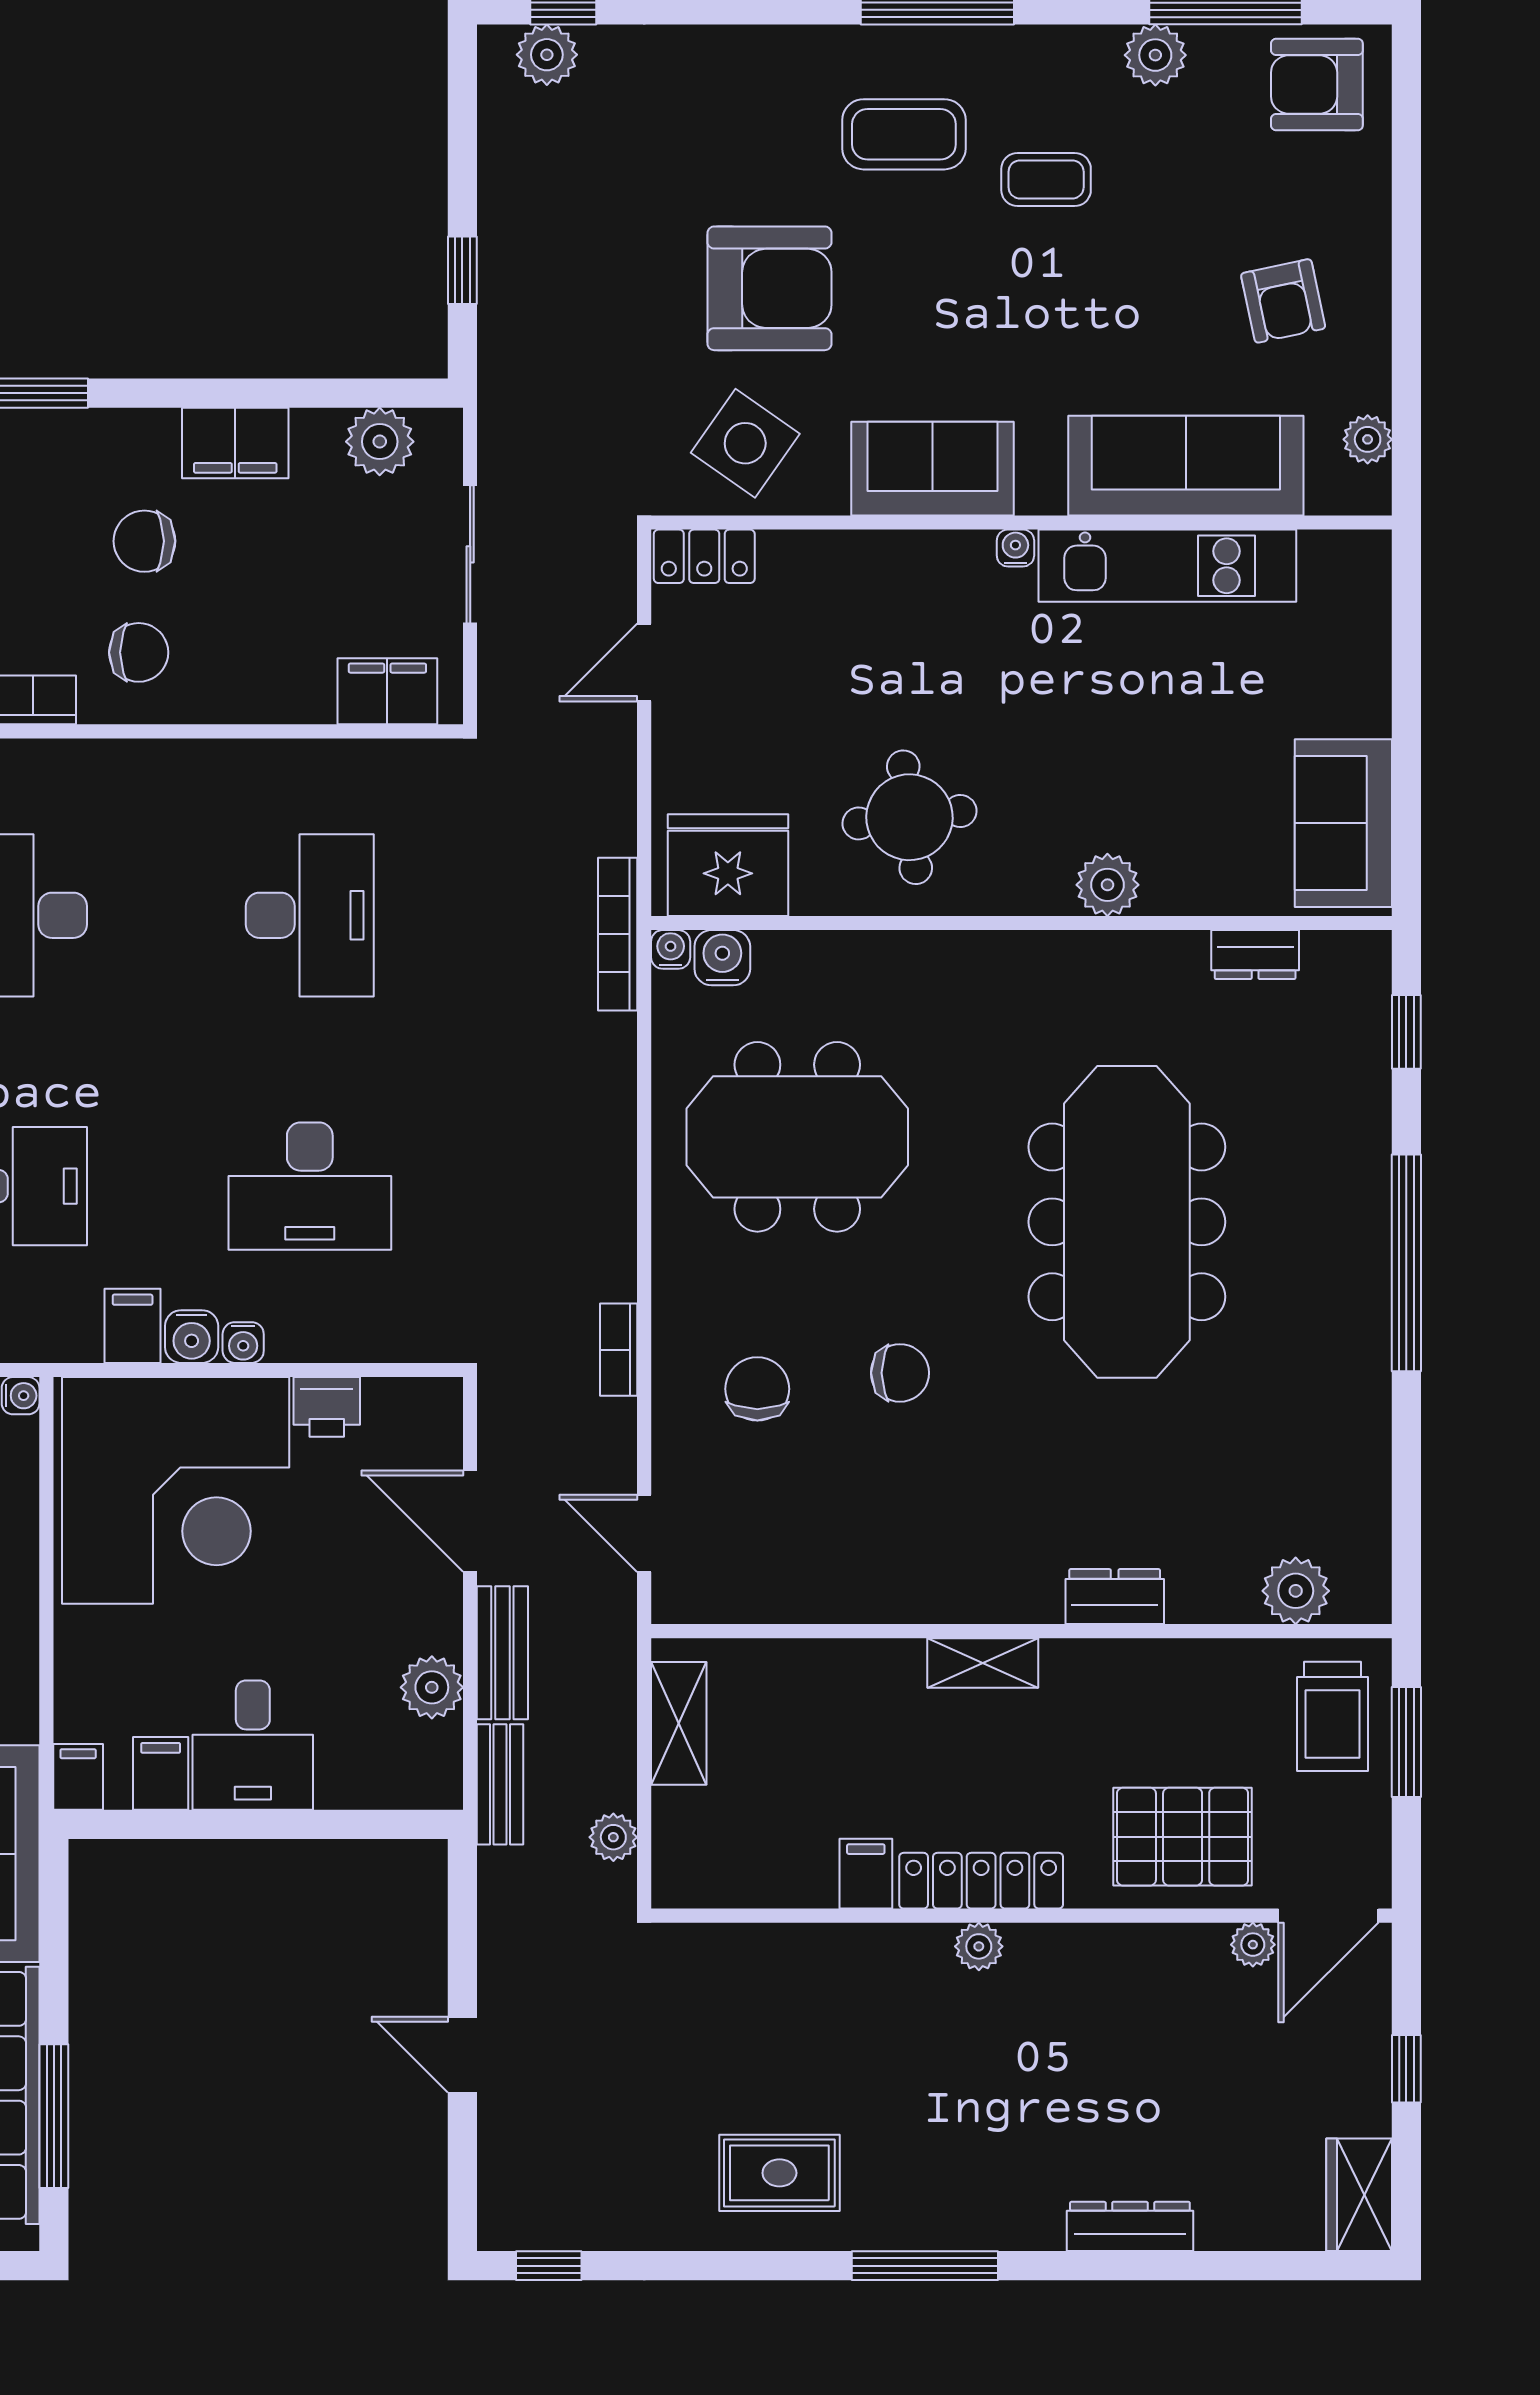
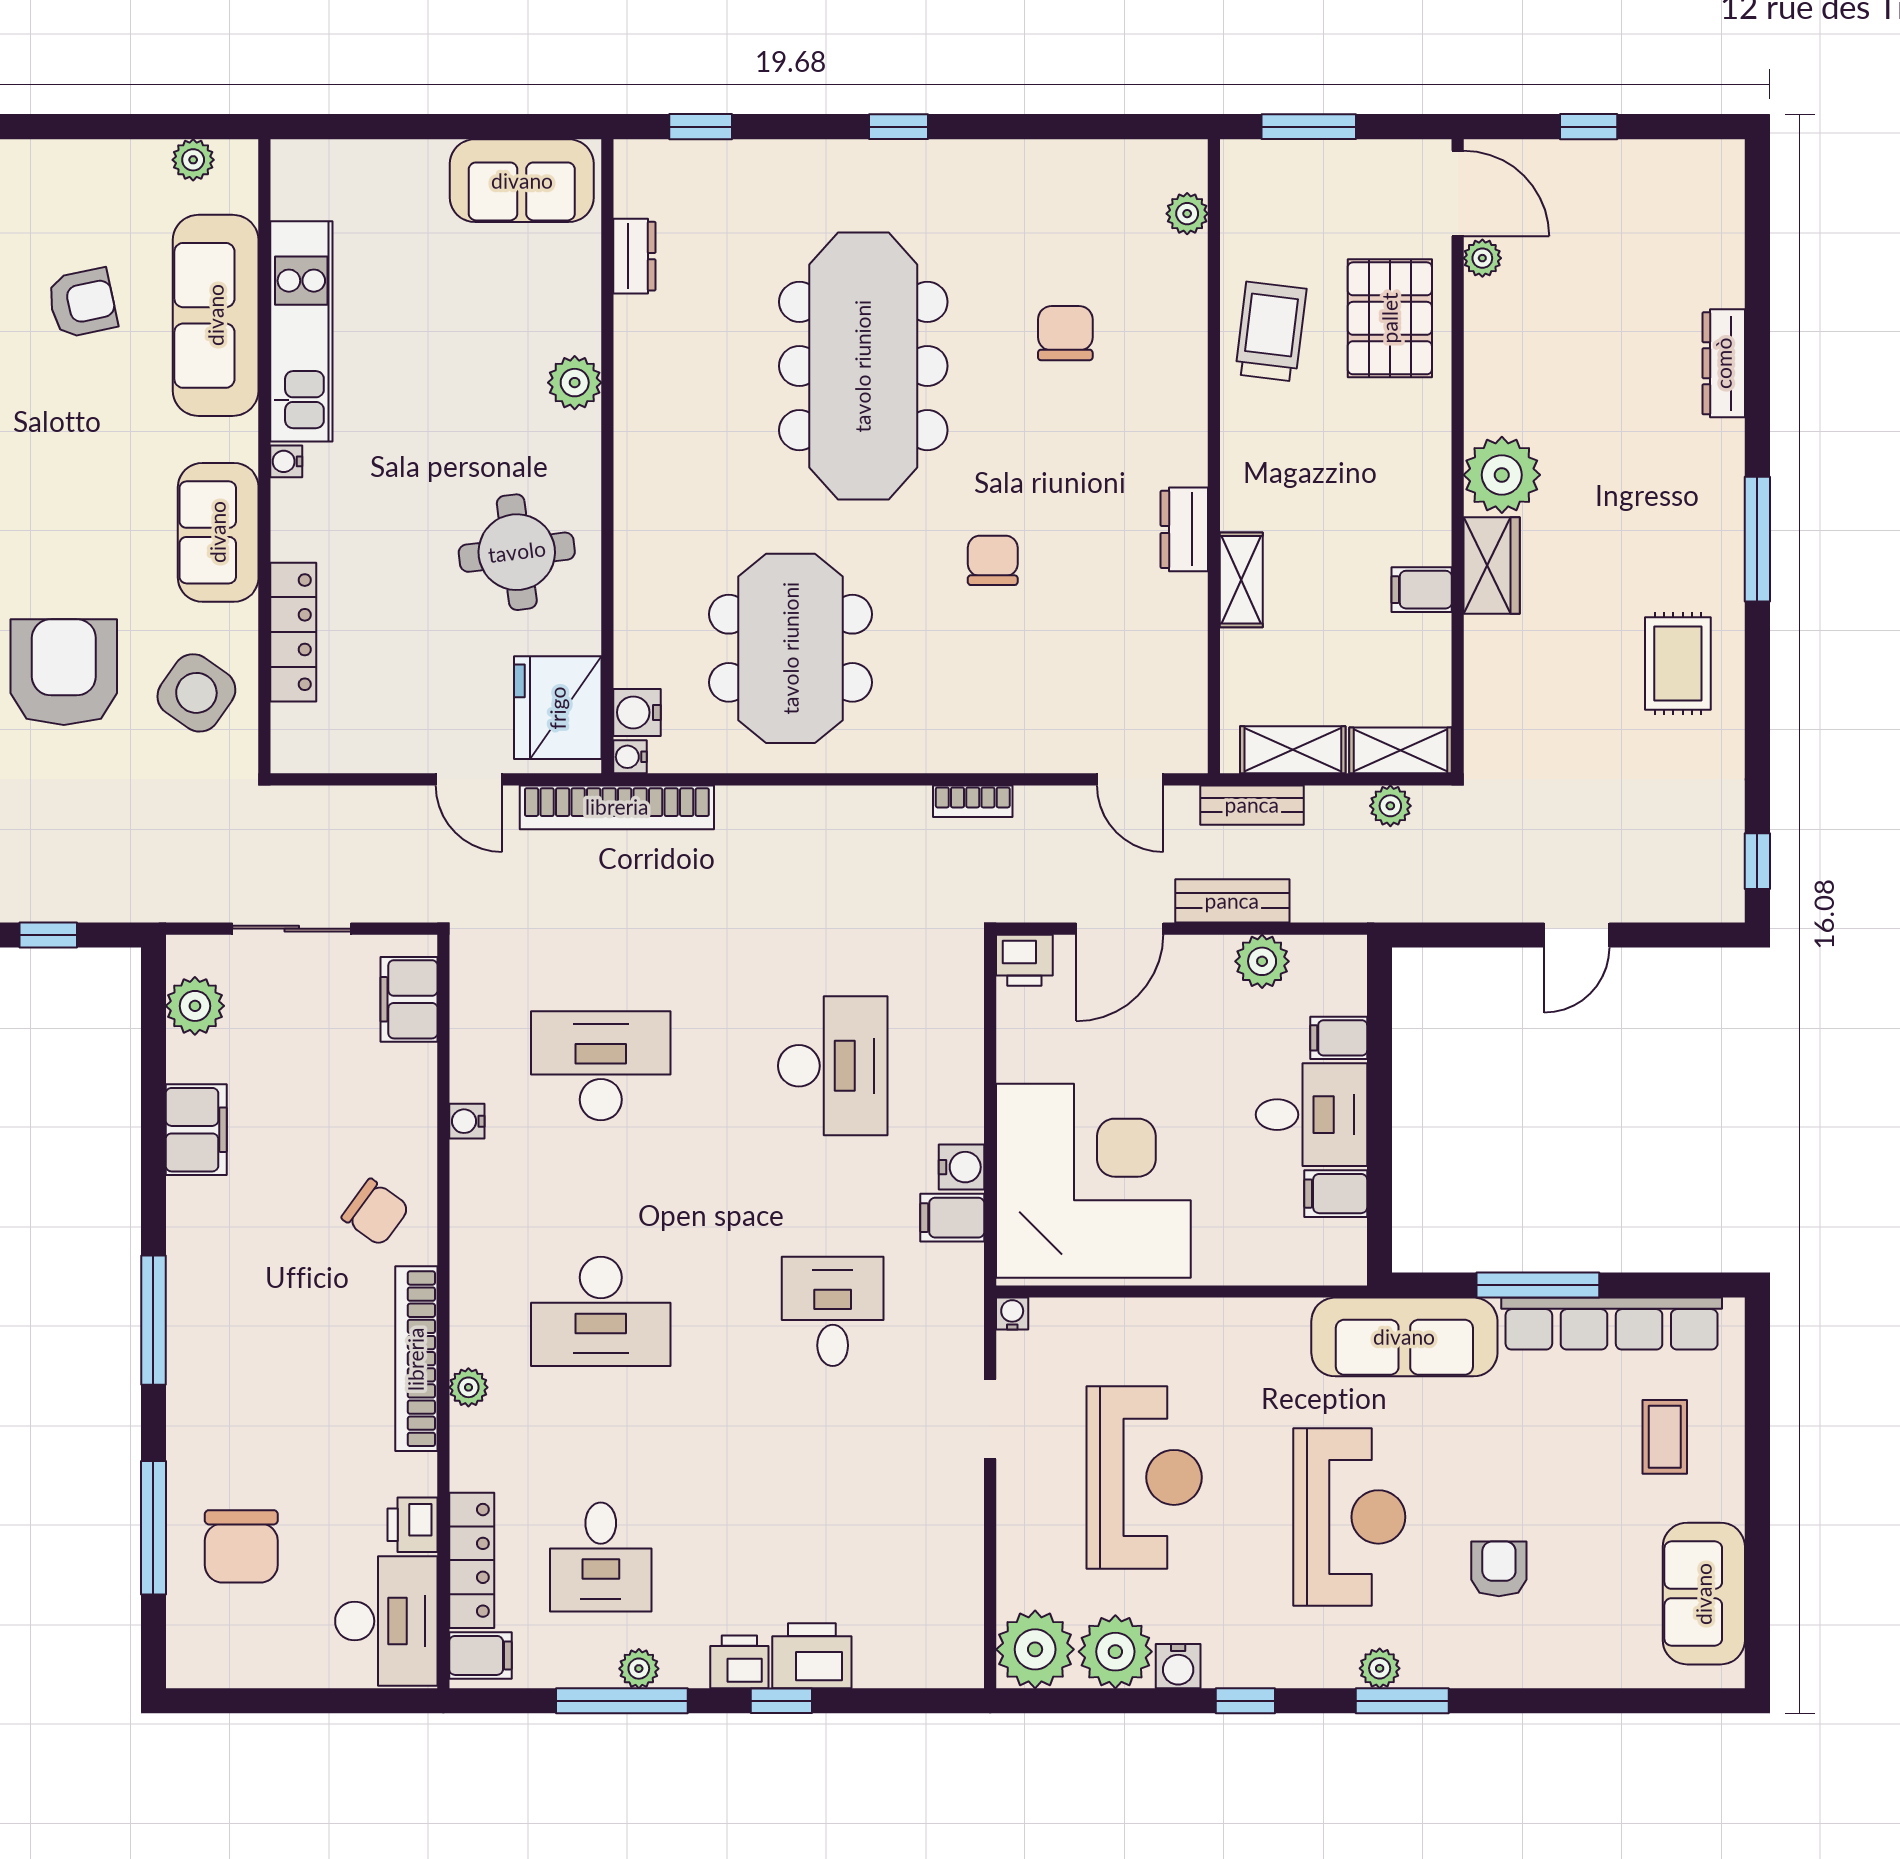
armchair: (1283, 301) -> (82, 303), moved
chair: (144, 541) -> (280, 1207), removed
locker: (704, 556) -> (293, 632), moved, width x1.53
chair: (139, 652) -> (376, 1212), turned 126
door: (644, 662) -> (469, 779), moved
bookcase: (618, 934) -> (617, 807), width x1.48, depth x1.31
meeting table: (1127, 1222) -> (863, 366), turned 90
window: (1406, 1263) -> (898, 127), width x0.32
water cooler: (243, 1343) -> (467, 1121), moved, turned 180
chair: (757, 1389) -> (1065, 333), moved, turned 90
printer: (327, 1407) -> (1024, 960), moved, turned 90
door: (644, 1533) -> (1130, 779), hinge flipped
plant: (1296, 1591) -> (1187, 214), width x0.73, depth x0.73
dresser: (1115, 1597) -> (1184, 529), moved
shelving: (983, 1663) -> (1241, 580), moved
trolley: (1333, 1716) -> (1271, 332), moved, turned -83
filing cabinet: (78, 1777) -> (1339, 1038), moved
bench: (500, 1784) -> (1252, 805), moved
shelving: (678, 1849) -> (1401, 750), added
locker: (981, 1881) -> (1428, 491), removed
plant: (979, 1946) -> (1502, 475), width x1.87, depth x1.87
window: (54, 2116) -> (1538, 1285), moved
wardrobe: (1359, 2195) -> (1492, 566), moved, turned -90

